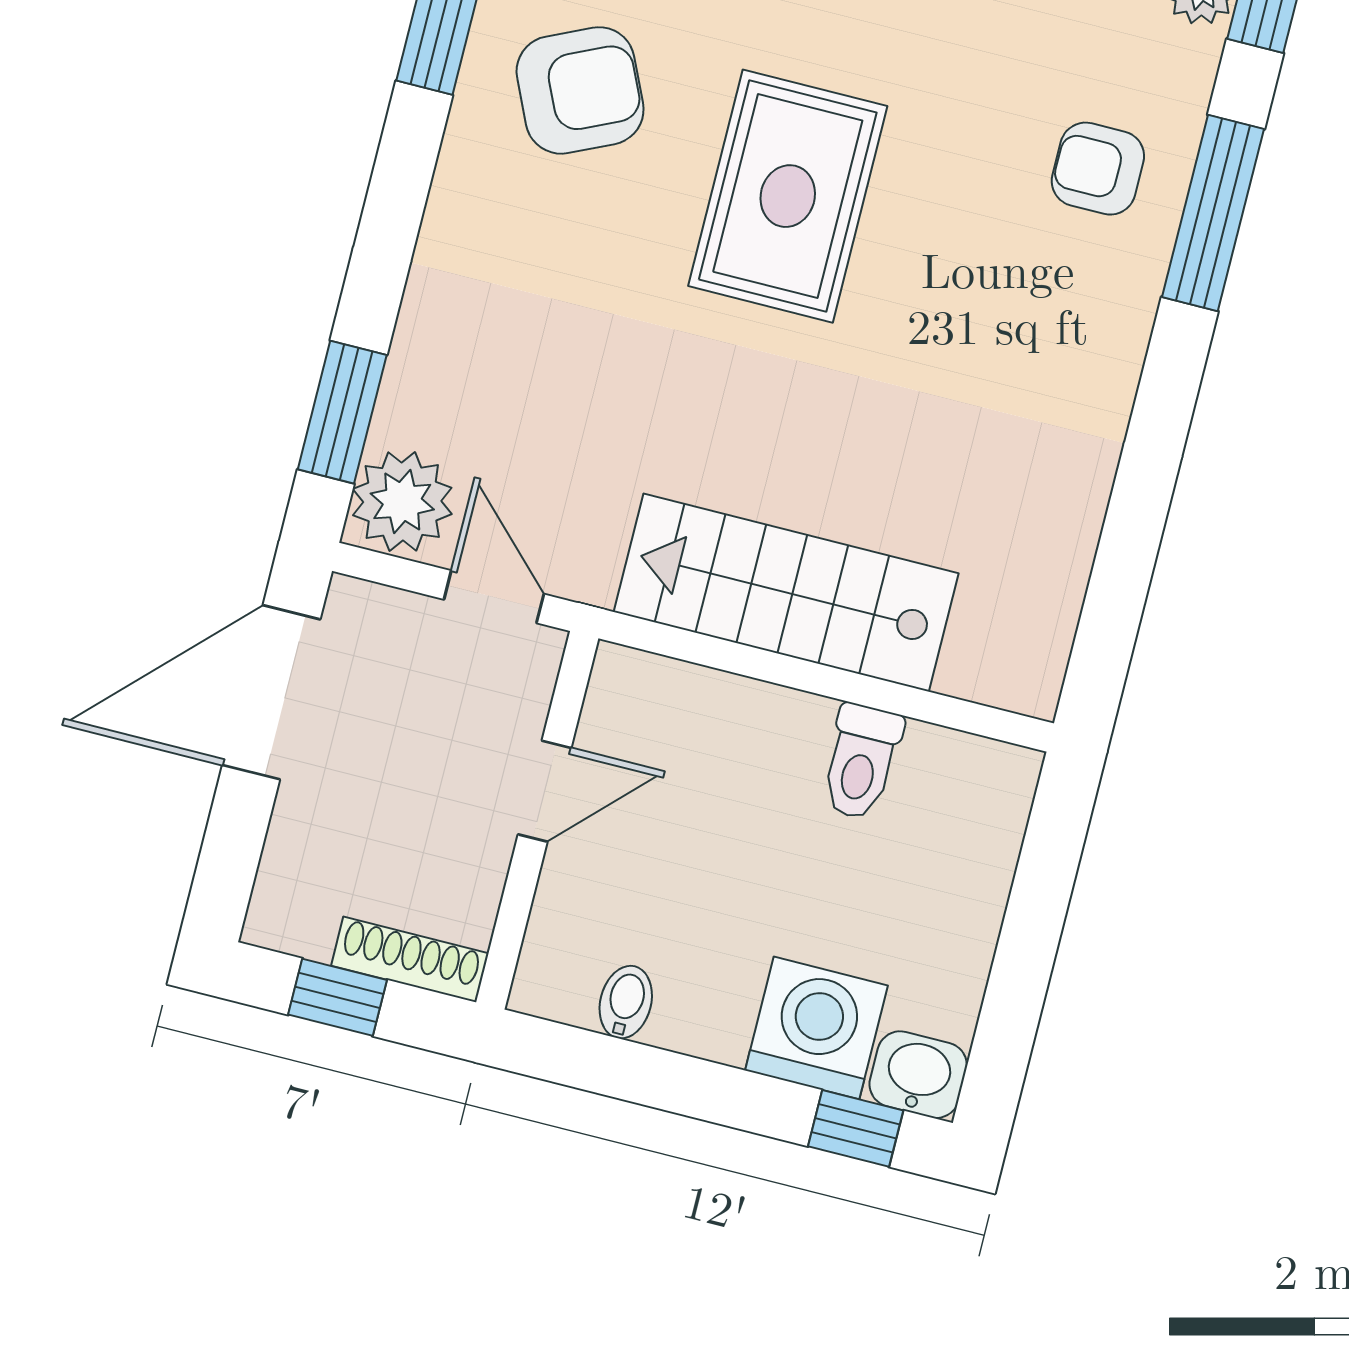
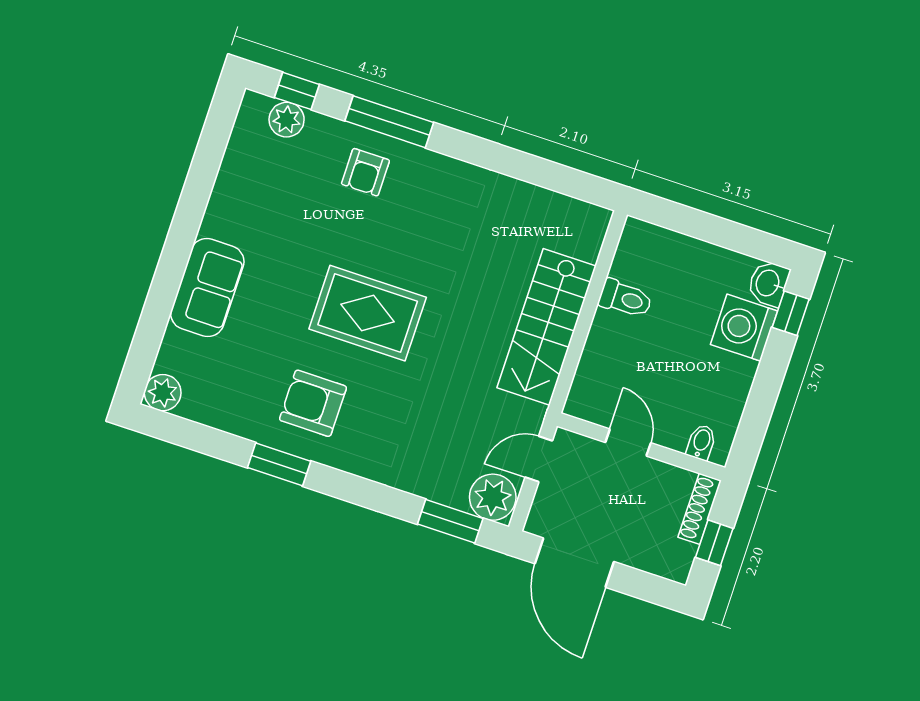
armchair: (580, 90) -> (313, 403), turned -65
bidet: (626, 1002) -> (701, 442), moved, turned 90

